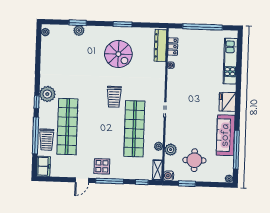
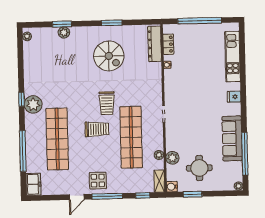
window: (37, 102) -> (21, 99), moved
fridge: (227, 102) -> (234, 97), width x0.53, depth x0.75
trolley: (47, 140) -> (97, 129), moved, turned -90

